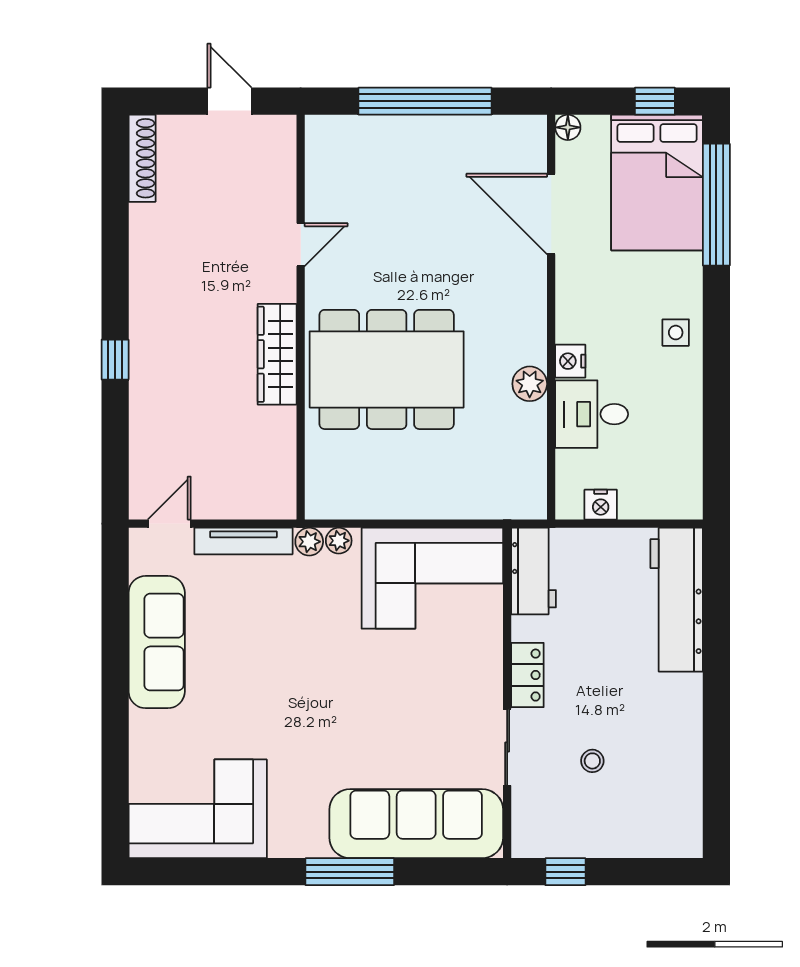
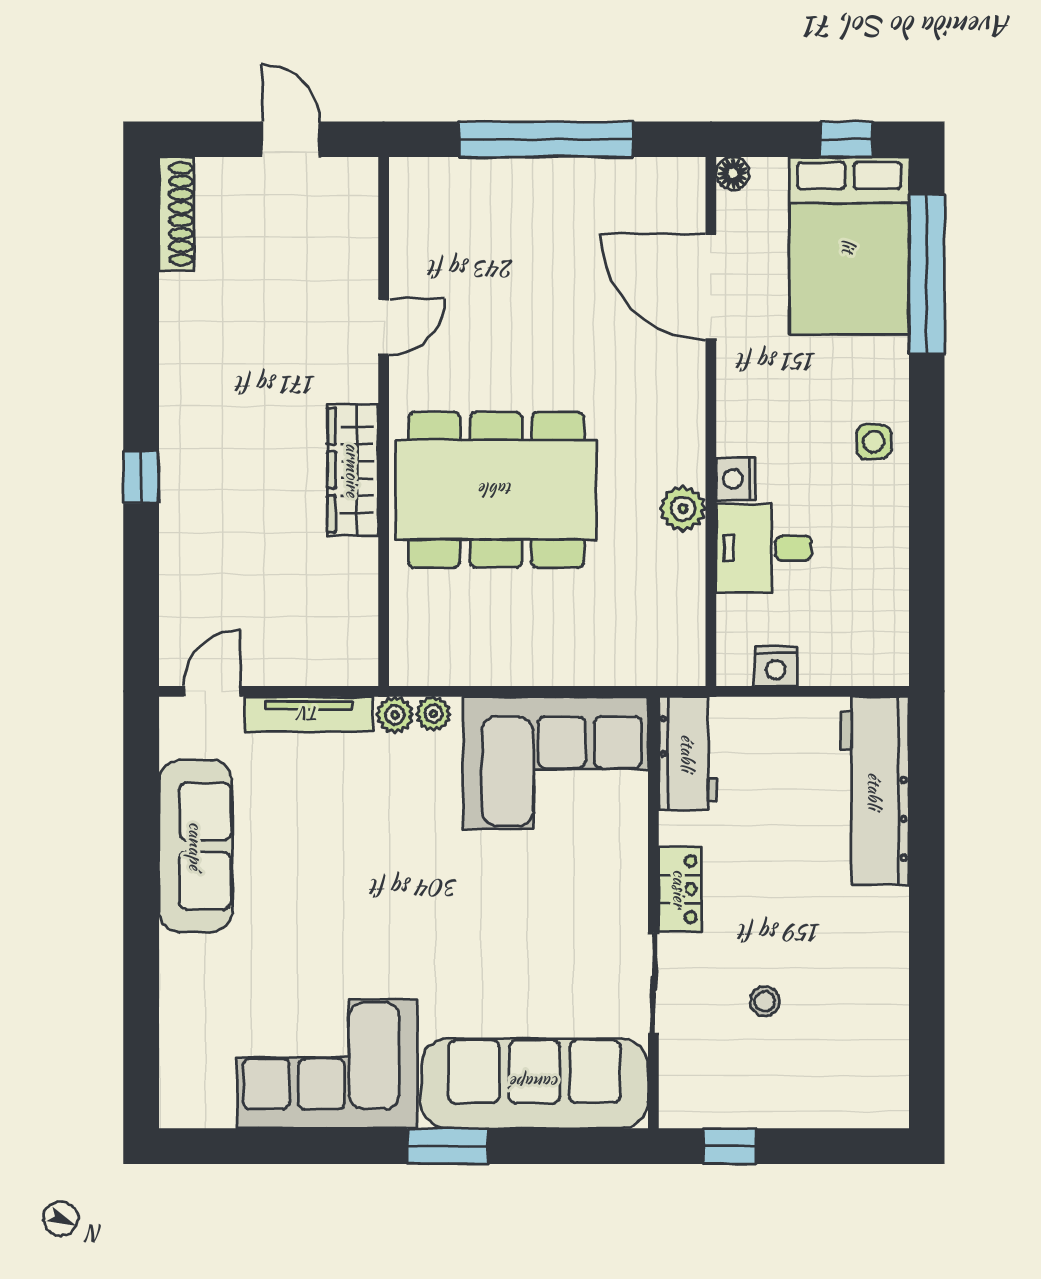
corner sofa: (198, 809) -> (327, 1064), moved
window: (350, 872) -> (448, 1146), width x0.69

